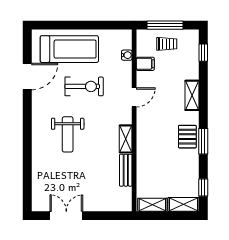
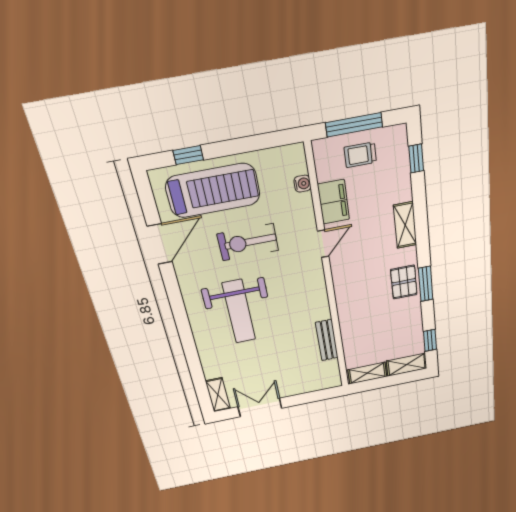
window: (59, 25) -> (188, 155), added
trolley: (167, 44) -> (360, 155), turned 180
filing cabinet: (145, 64) -> (334, 202), width x2.00
exercise bike: (84, 86) -> (248, 242), turned 180
weight bench: (68, 134) -> (239, 312), width x1.36, depth x1.33
shelving: (126, 139) -> (218, 395), moved

